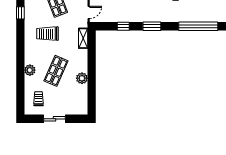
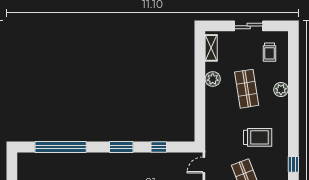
shelving: (83, 38) -> (211, 48), moved
shop shelf: (56, 71) -> (247, 89), turned -33

